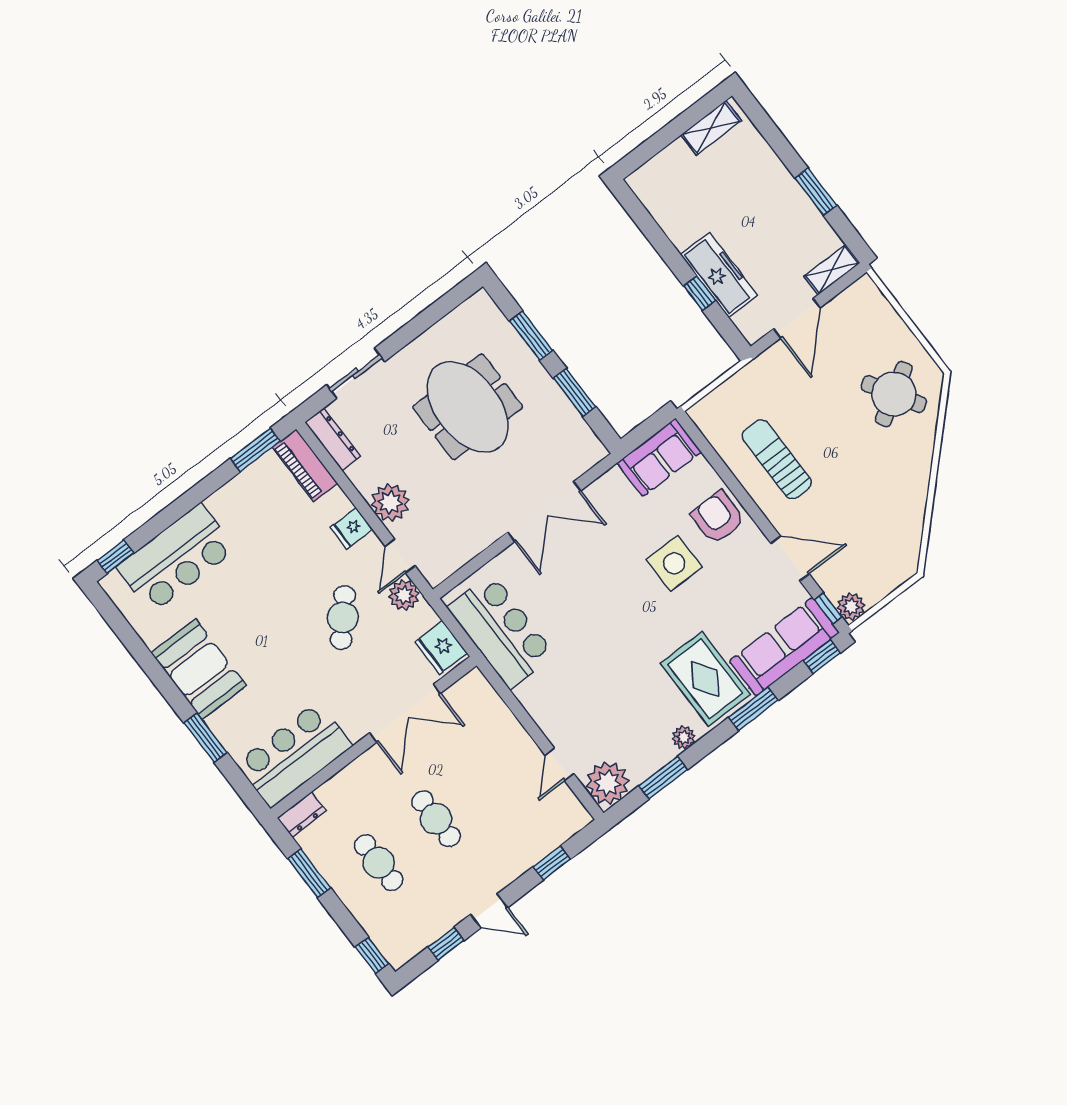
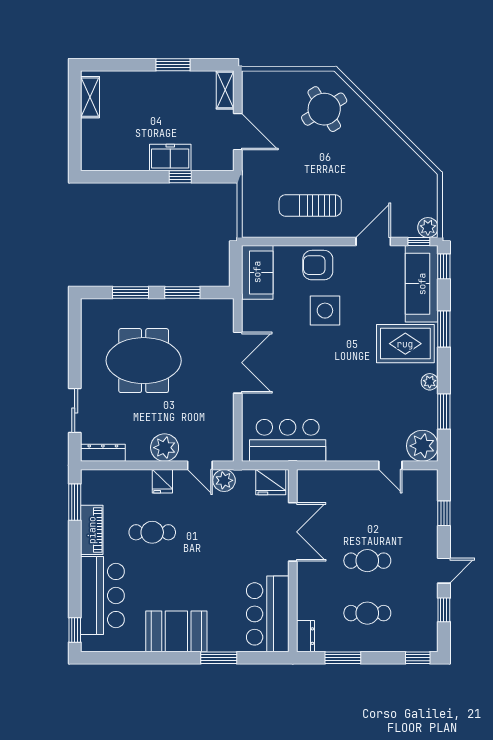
freezer: (719, 275) -> (170, 157), width x0.71
piano: (305, 465) -> (92, 530), moved, turned -90
cafe table: (343, 618) -> (152, 532), moved, turned -42

